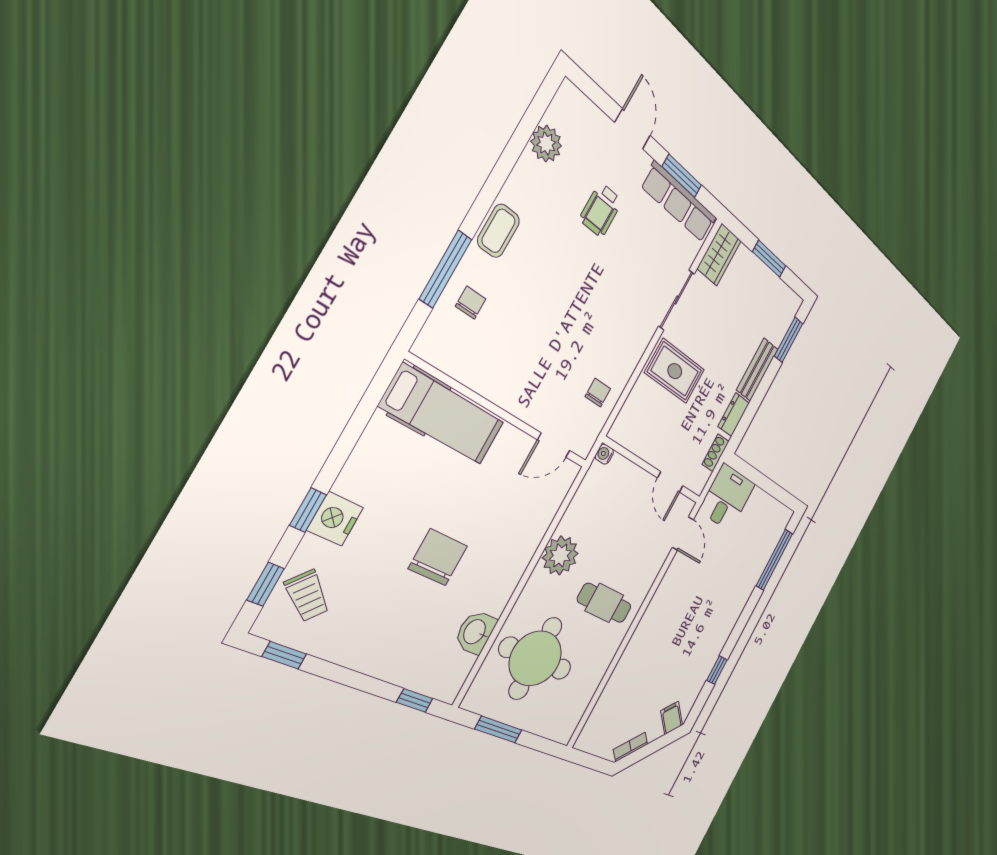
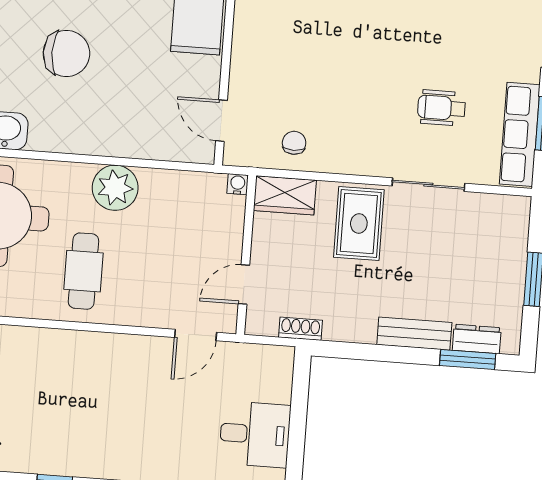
wheelchair: (601, 210) -> (442, 108), moved
wardrobe: (719, 255) -> (285, 195), moved
chair: (598, 393) -> (294, 143), turned -90
dresser: (734, 415) -> (477, 339), moved
desk: (727, 497) -> (255, 434), moved

